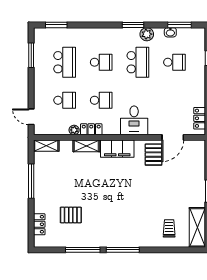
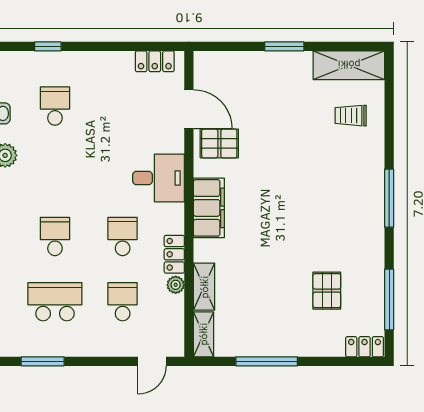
school desk: (138, 62) -> (55, 171), removed
shelving: (86, 146) -> (204, 287), moved
locker: (39, 224) -> (365, 347), moved
window: (83, 250) -> (389, 299), moved

